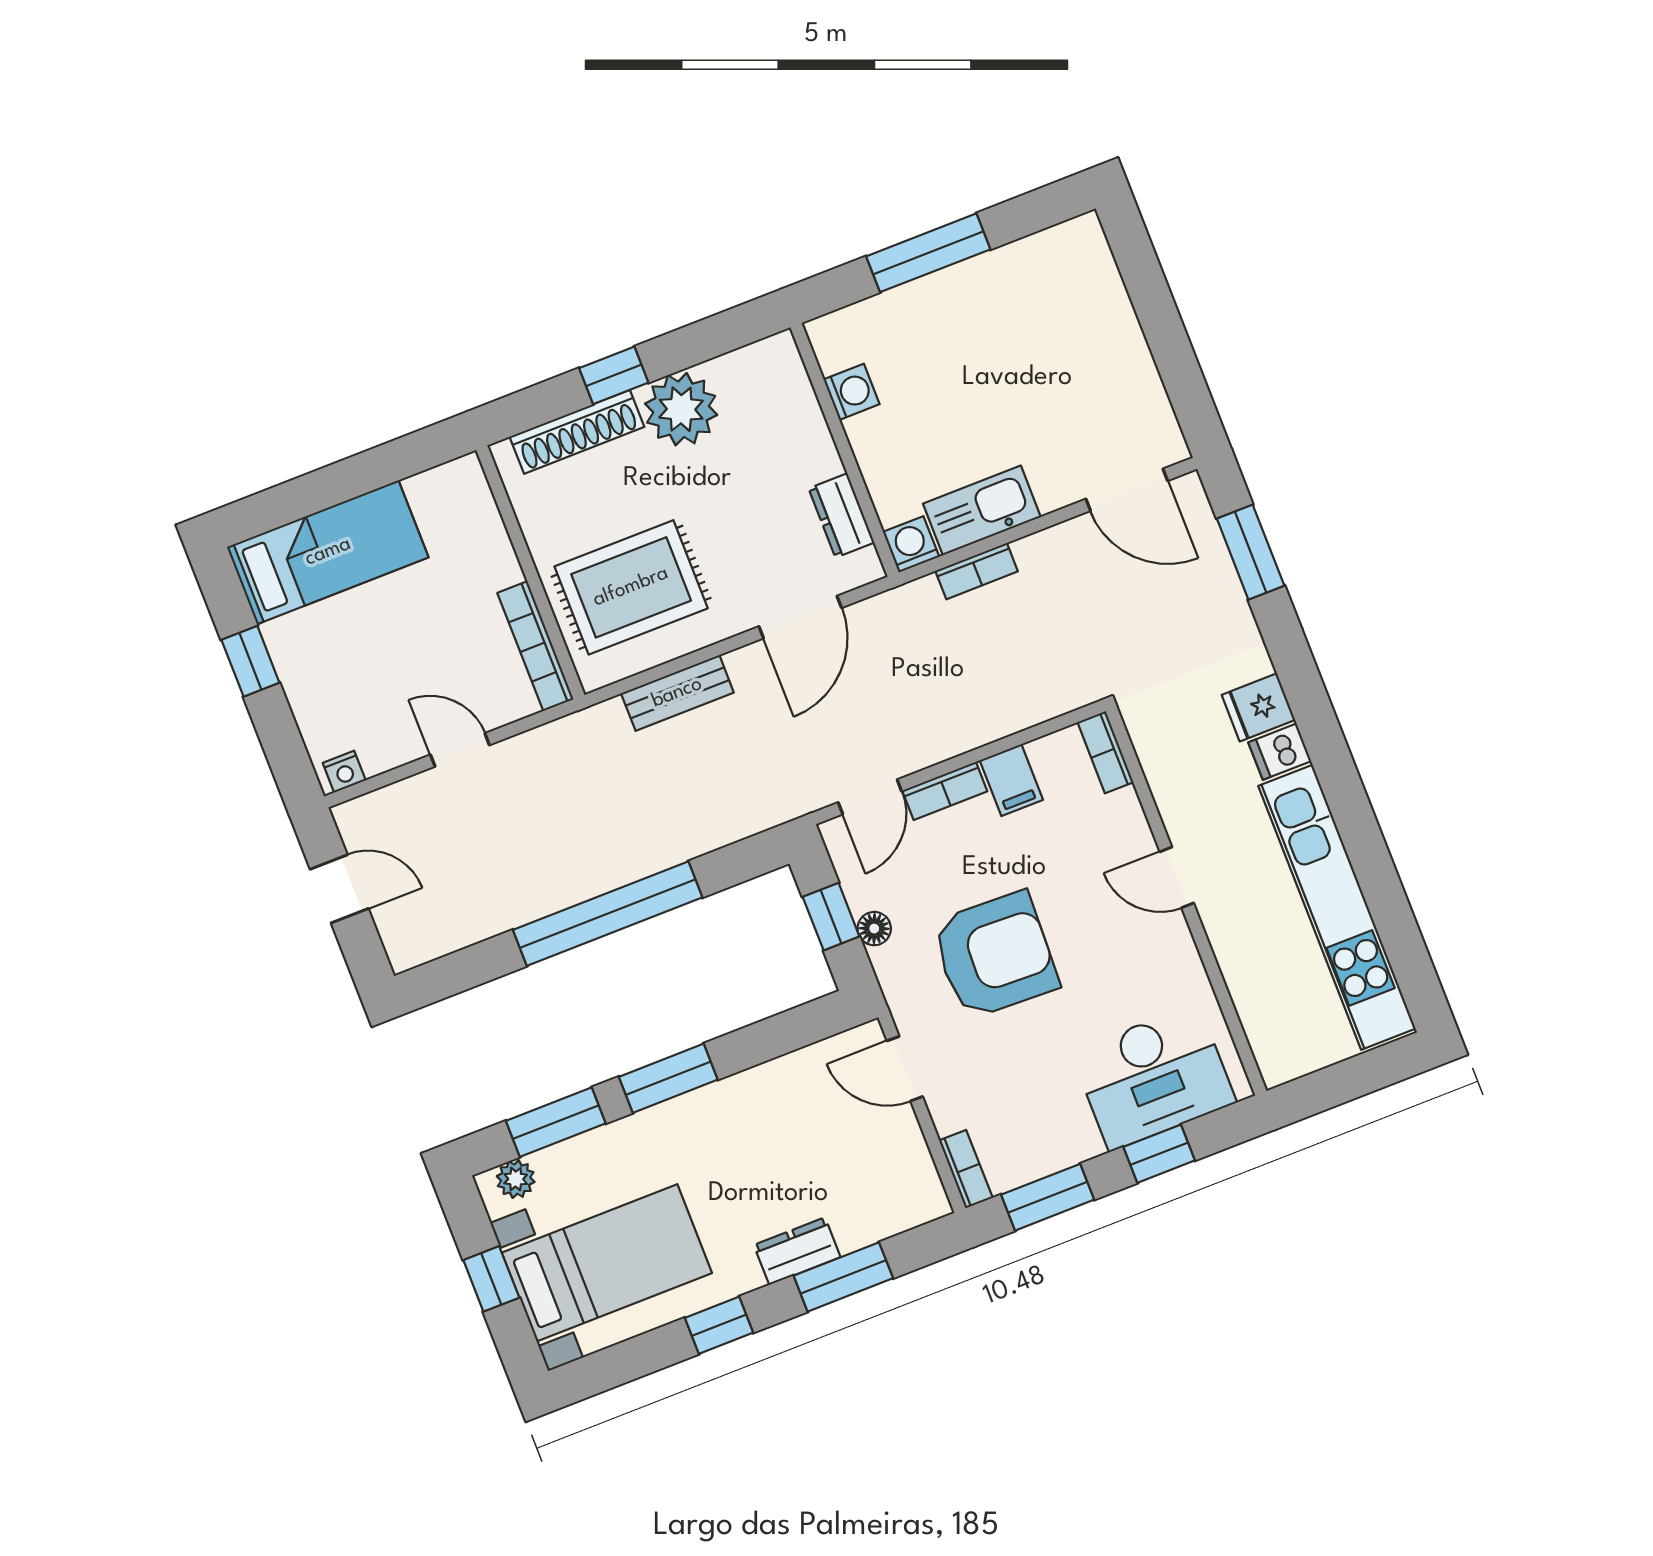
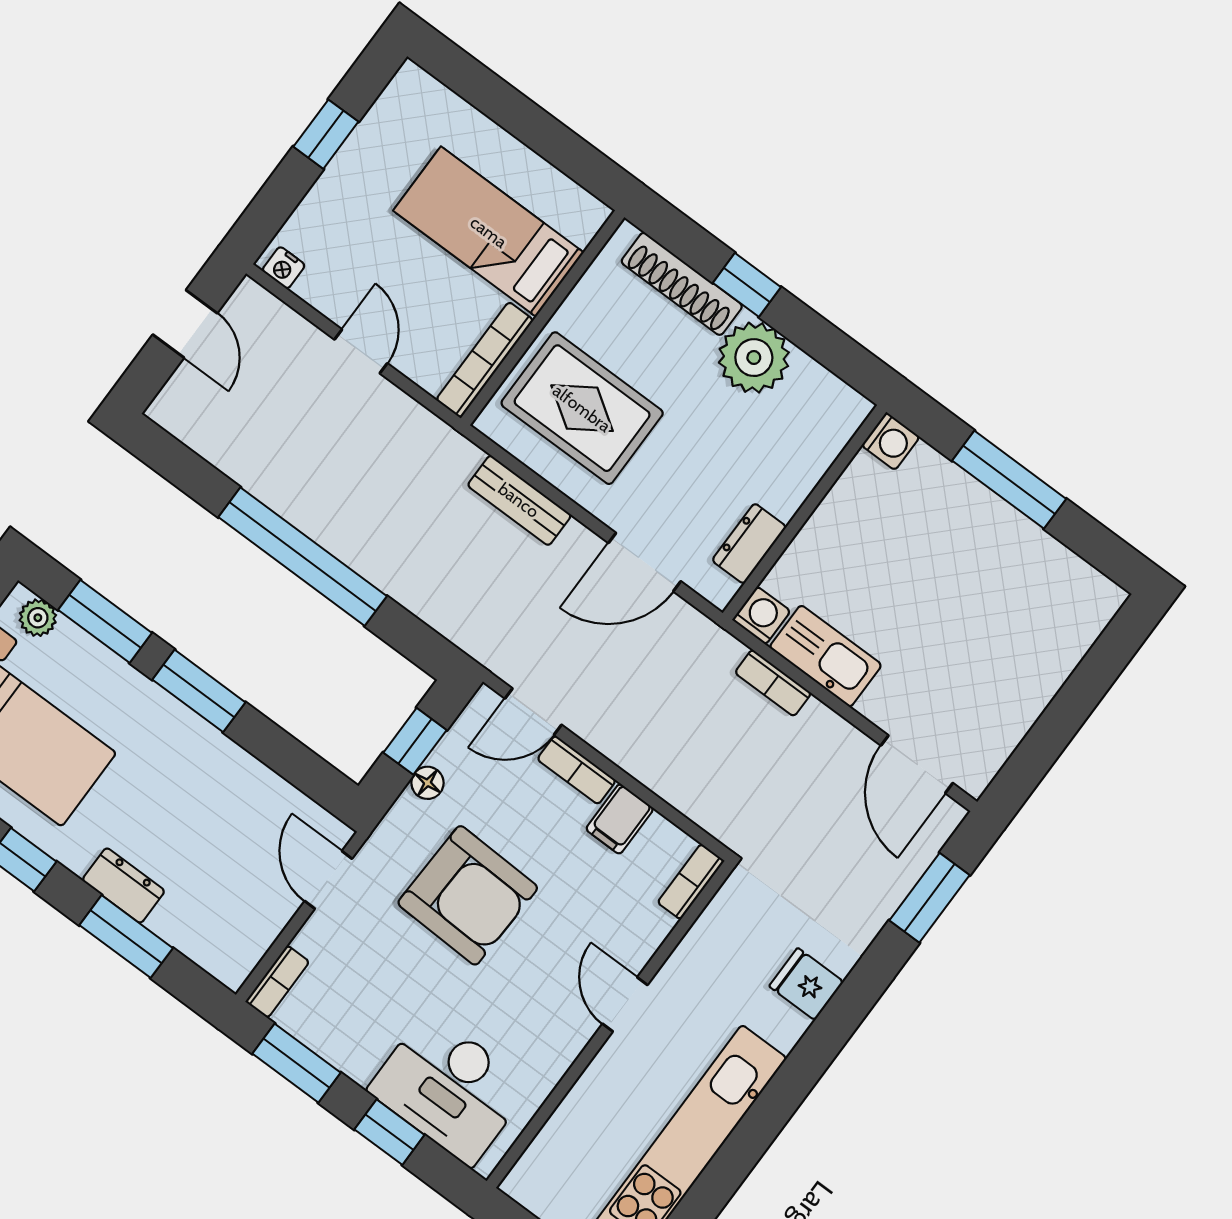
washing machine: (852, 392) -> (891, 441), moved
bed: (328, 552) -> (489, 232), moved, turned 180
dishwasher: (1280, 752) -> (781, 1024), removed

